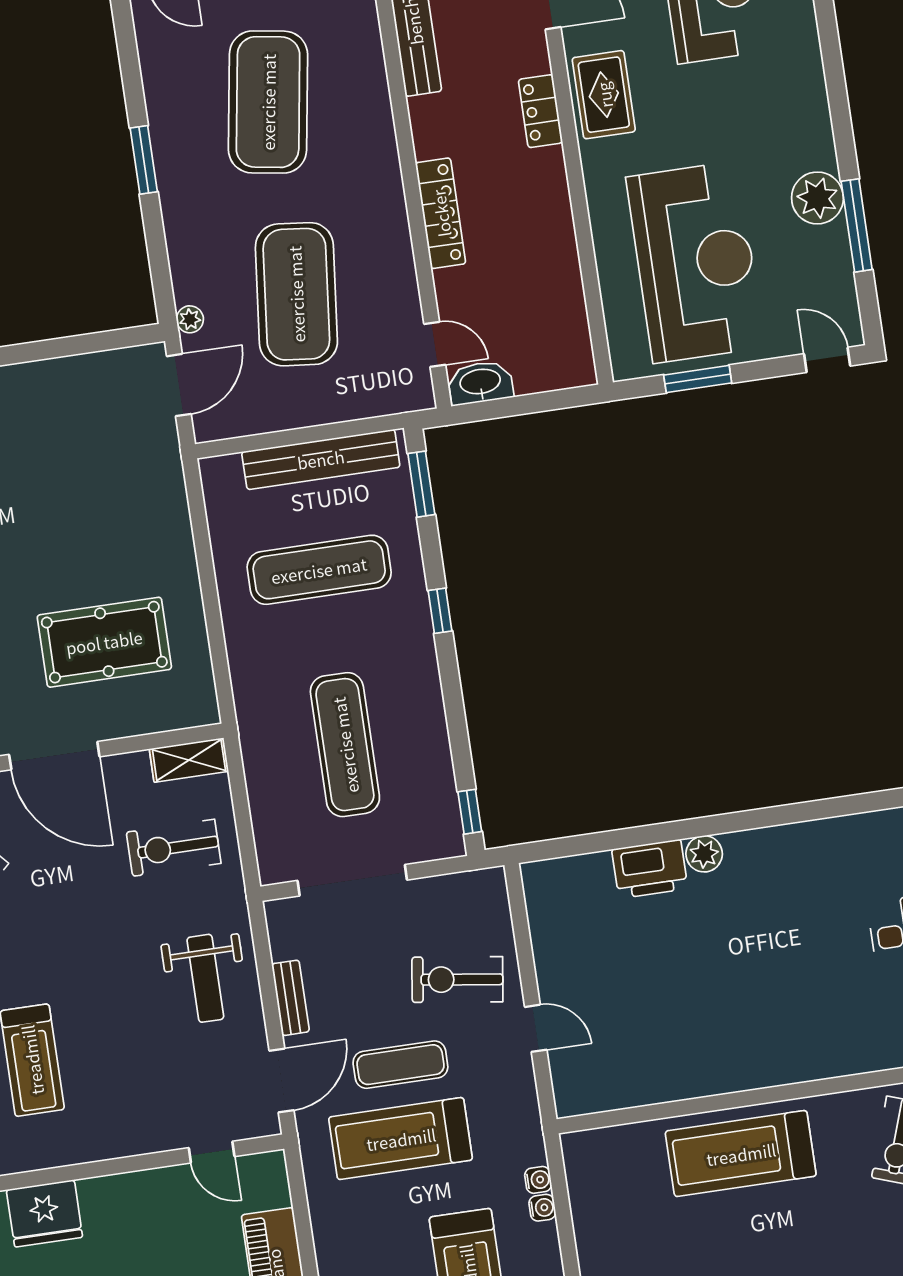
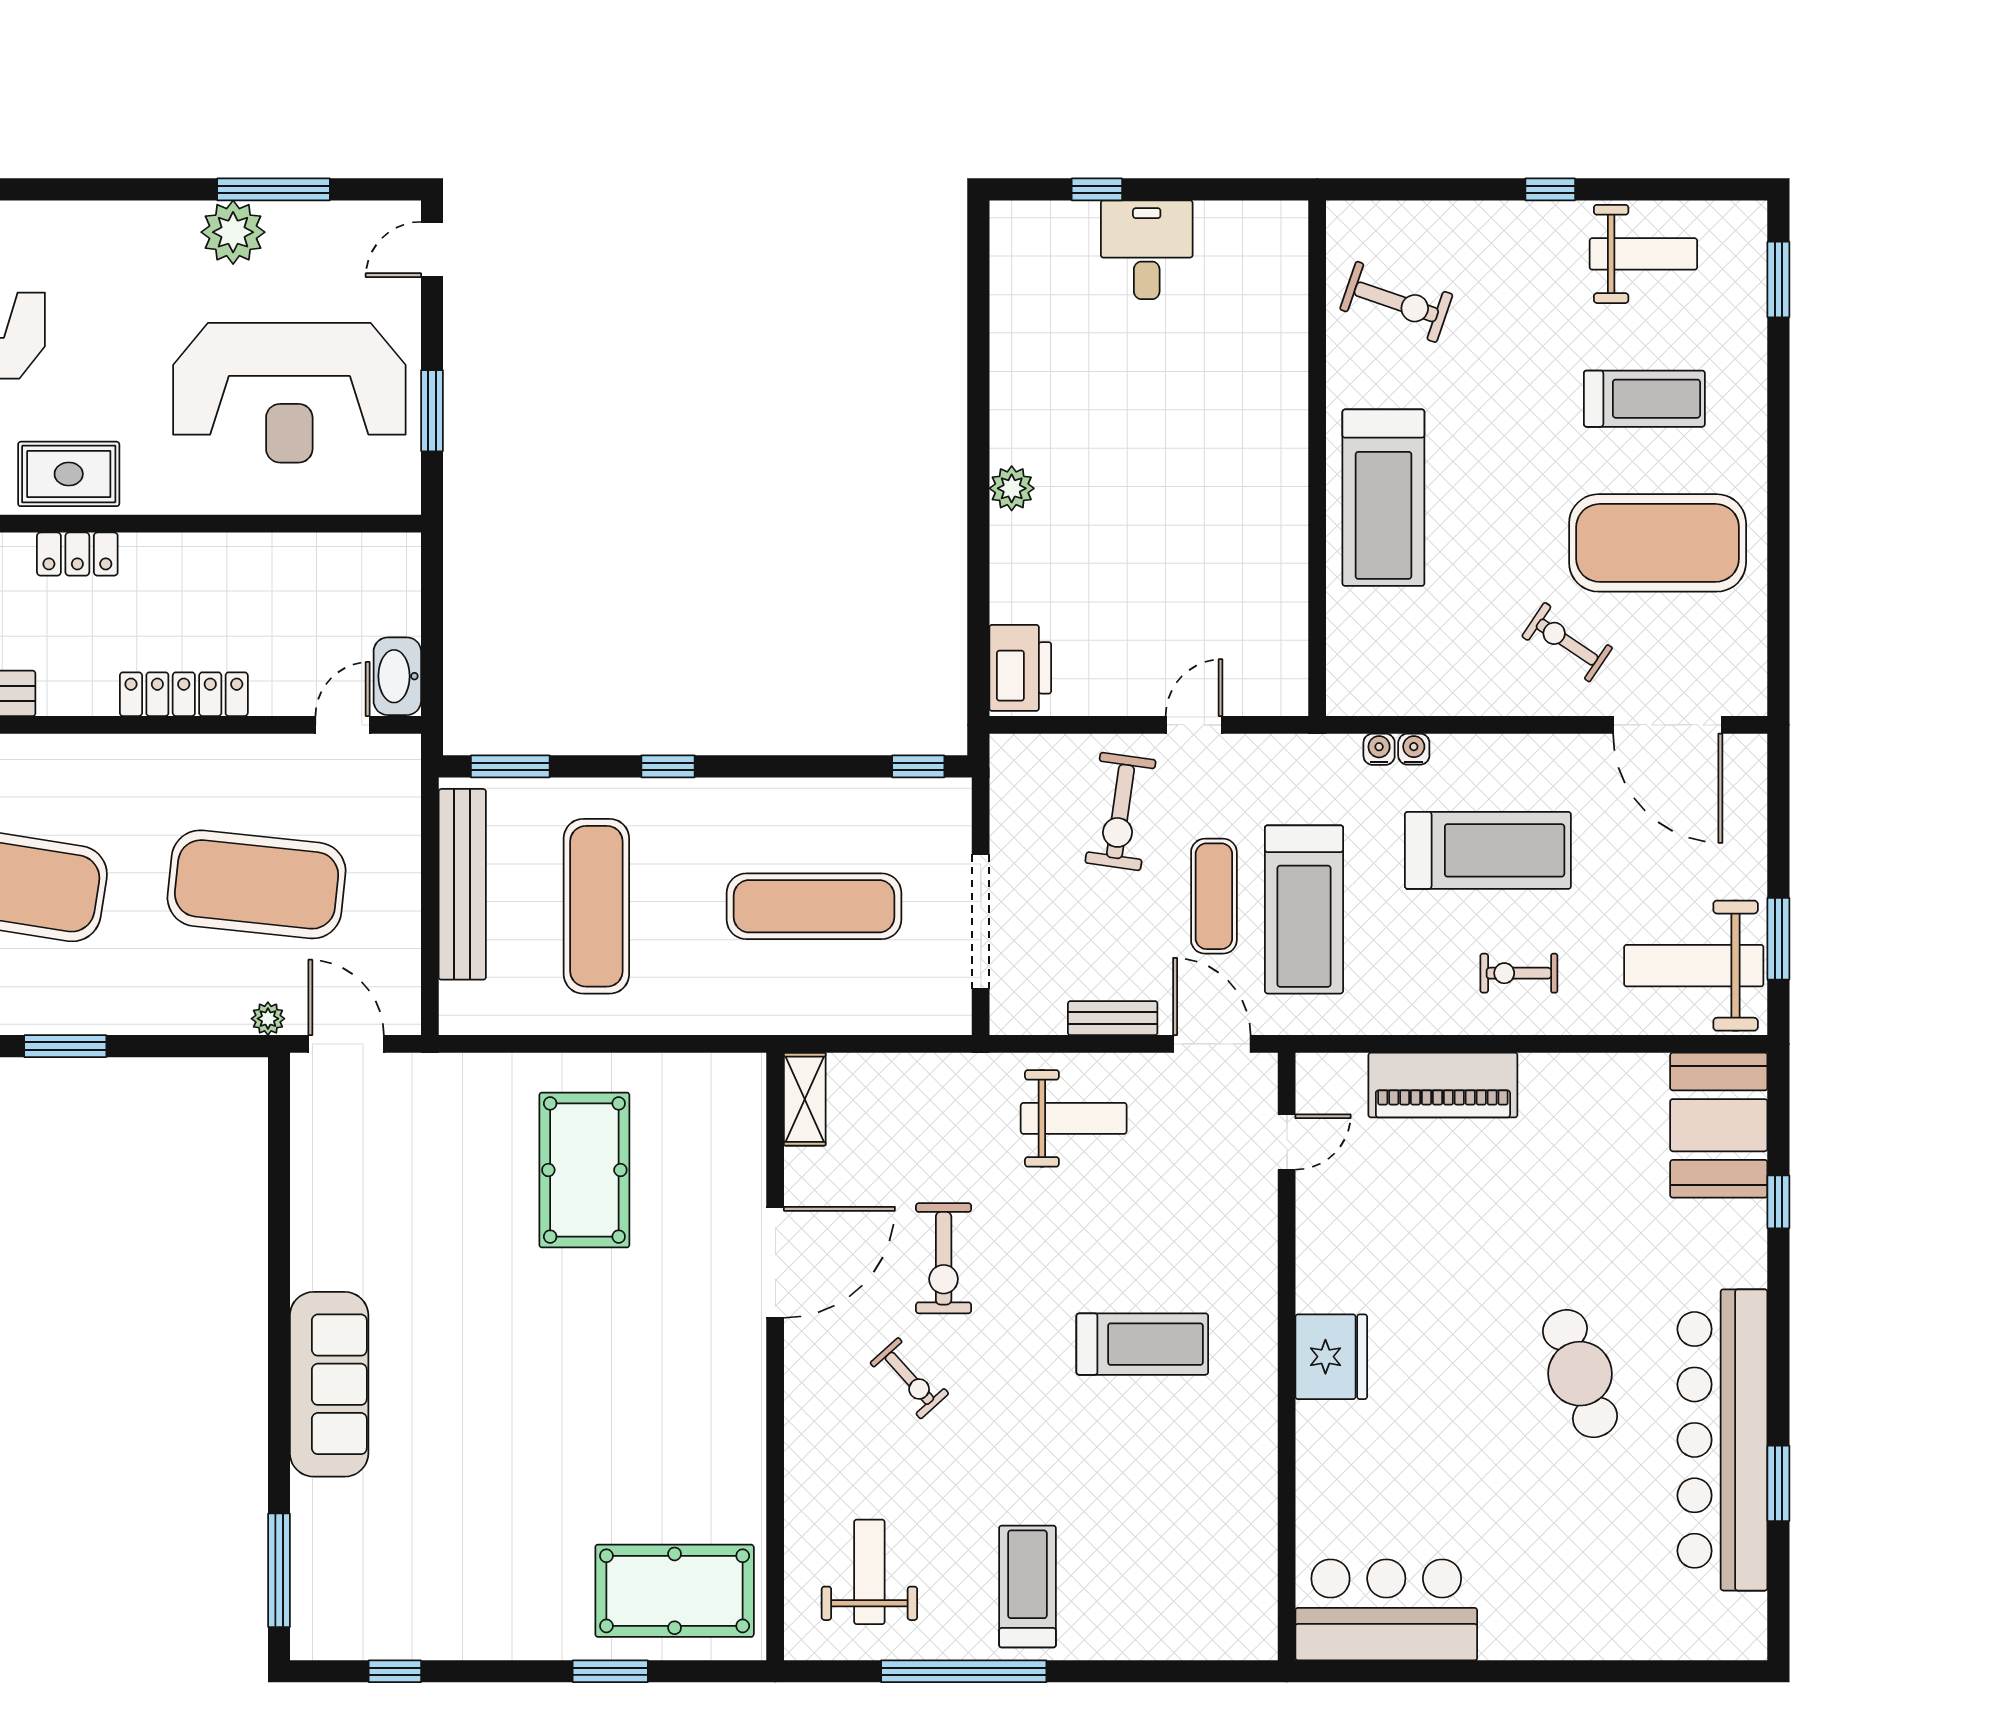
reception desk: (695, 262) -> (289, 393), turned 180
pool table: (104, 642) -> (584, 1170), moved
exercise bike: (174, 848) -> (944, 1258), moved
printer: (650, 869) -> (1020, 668), moved

